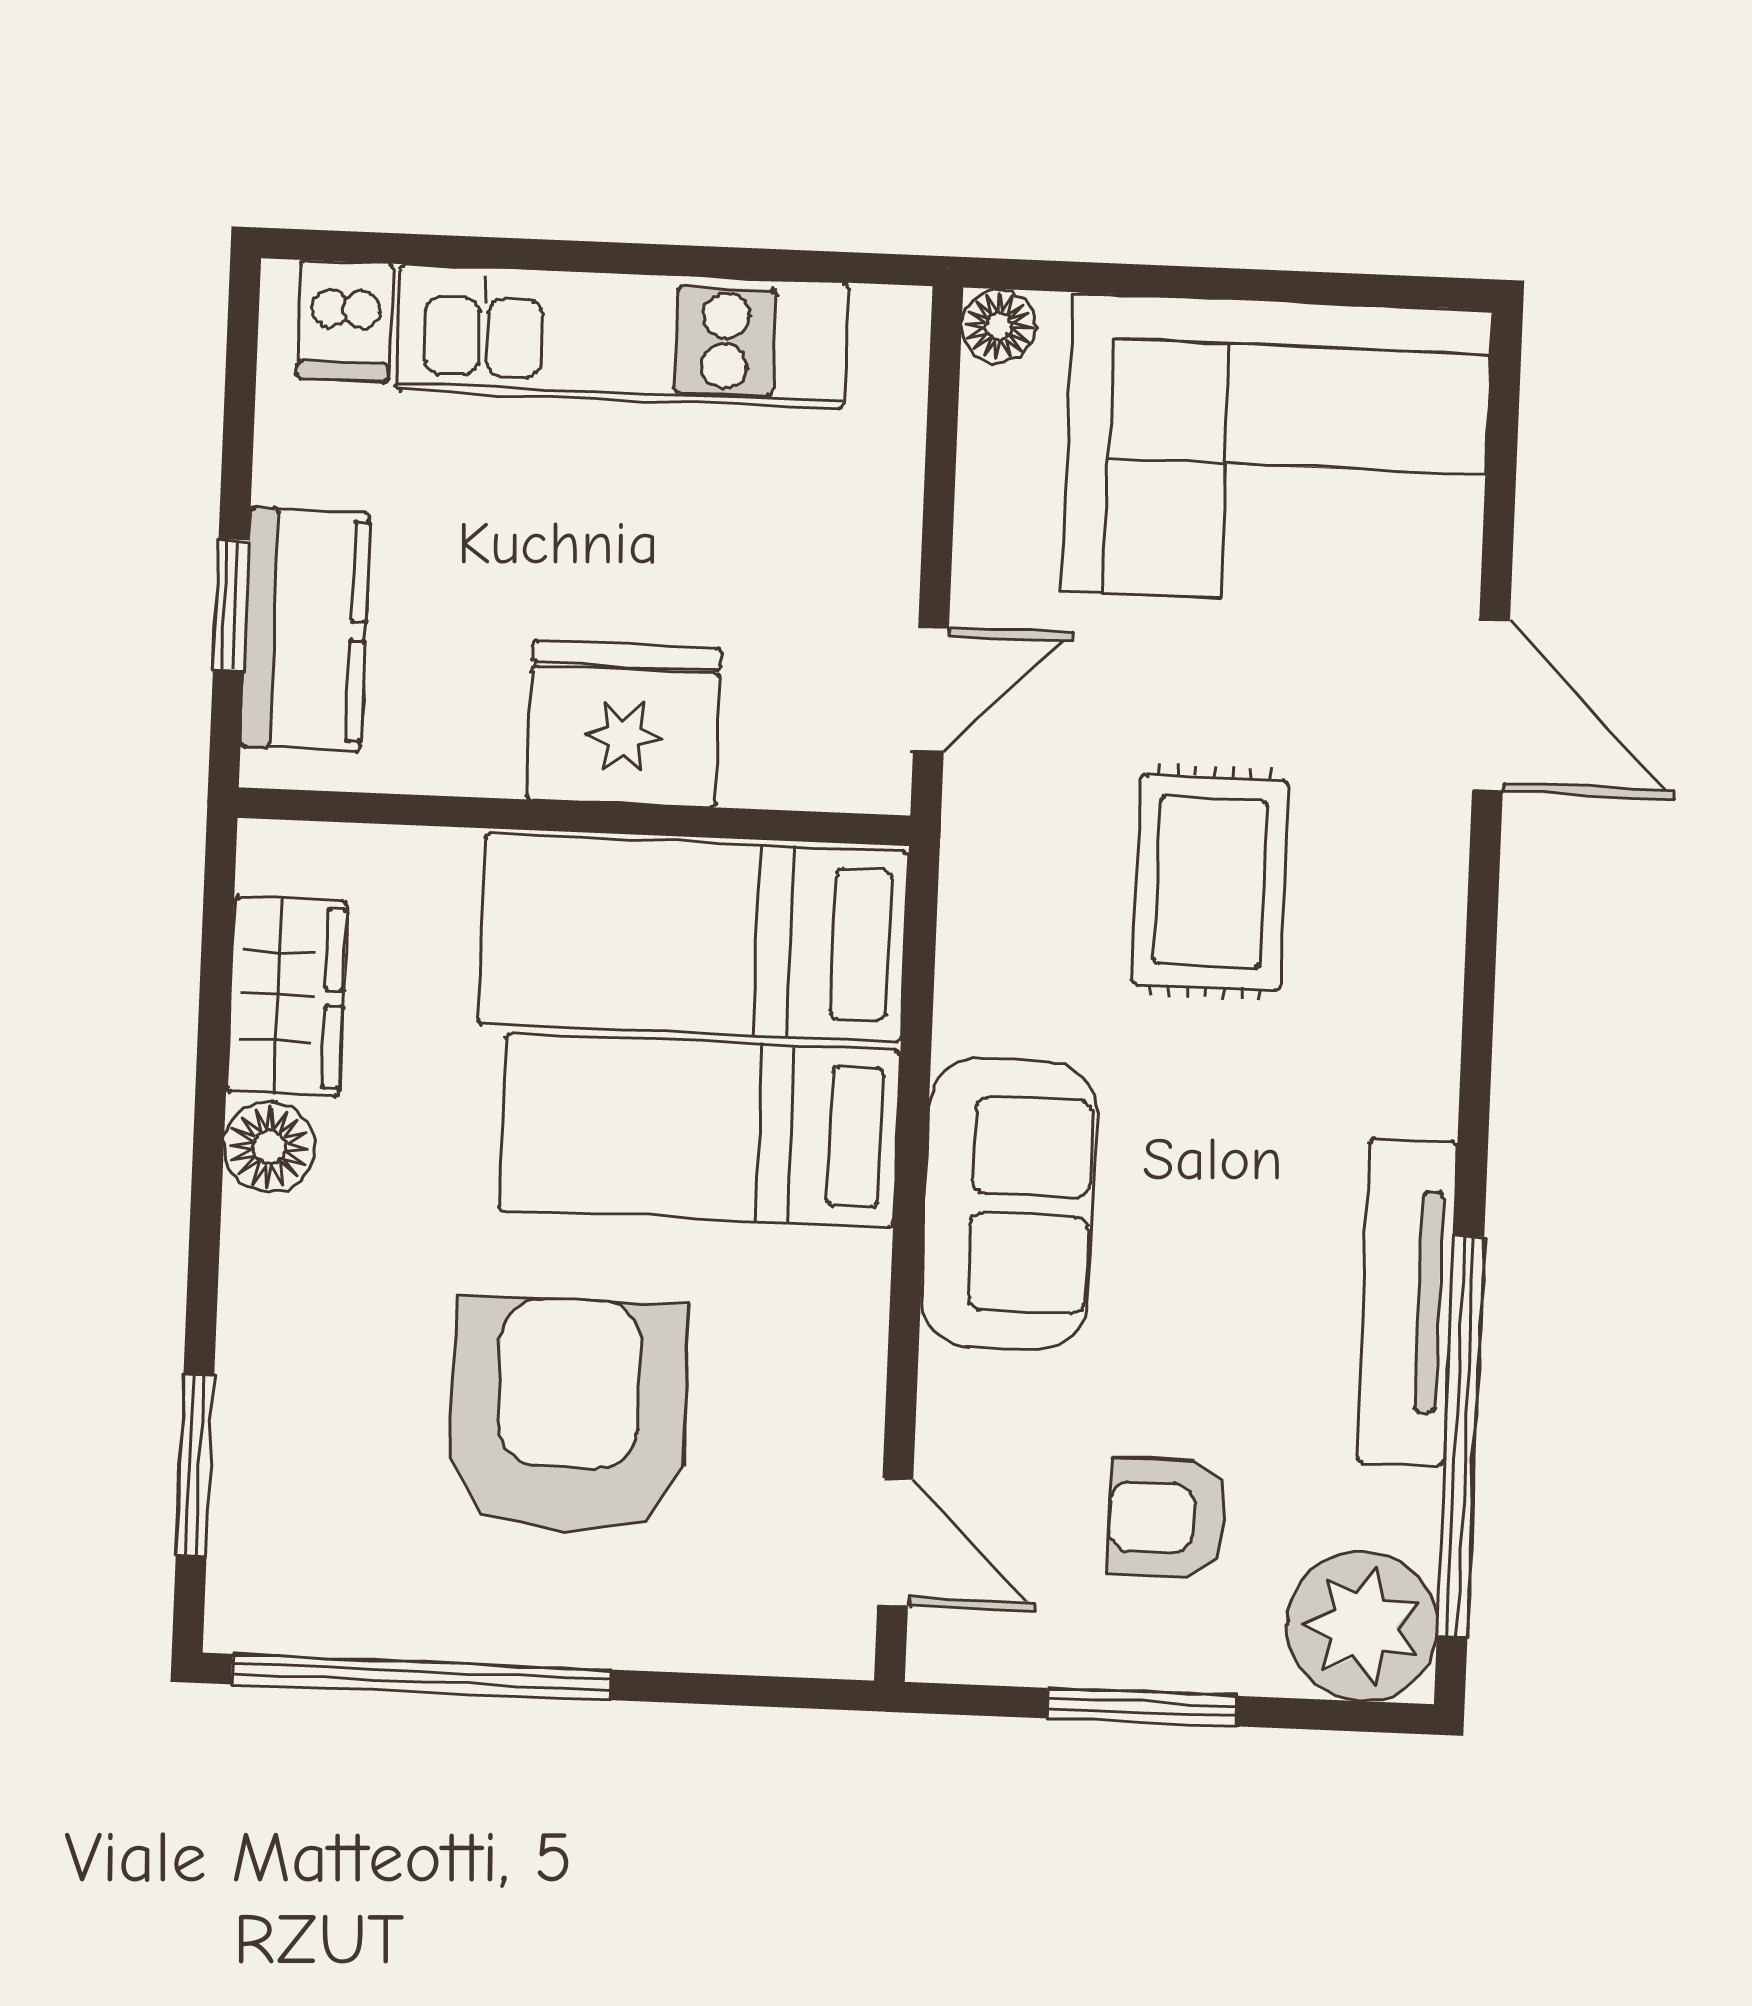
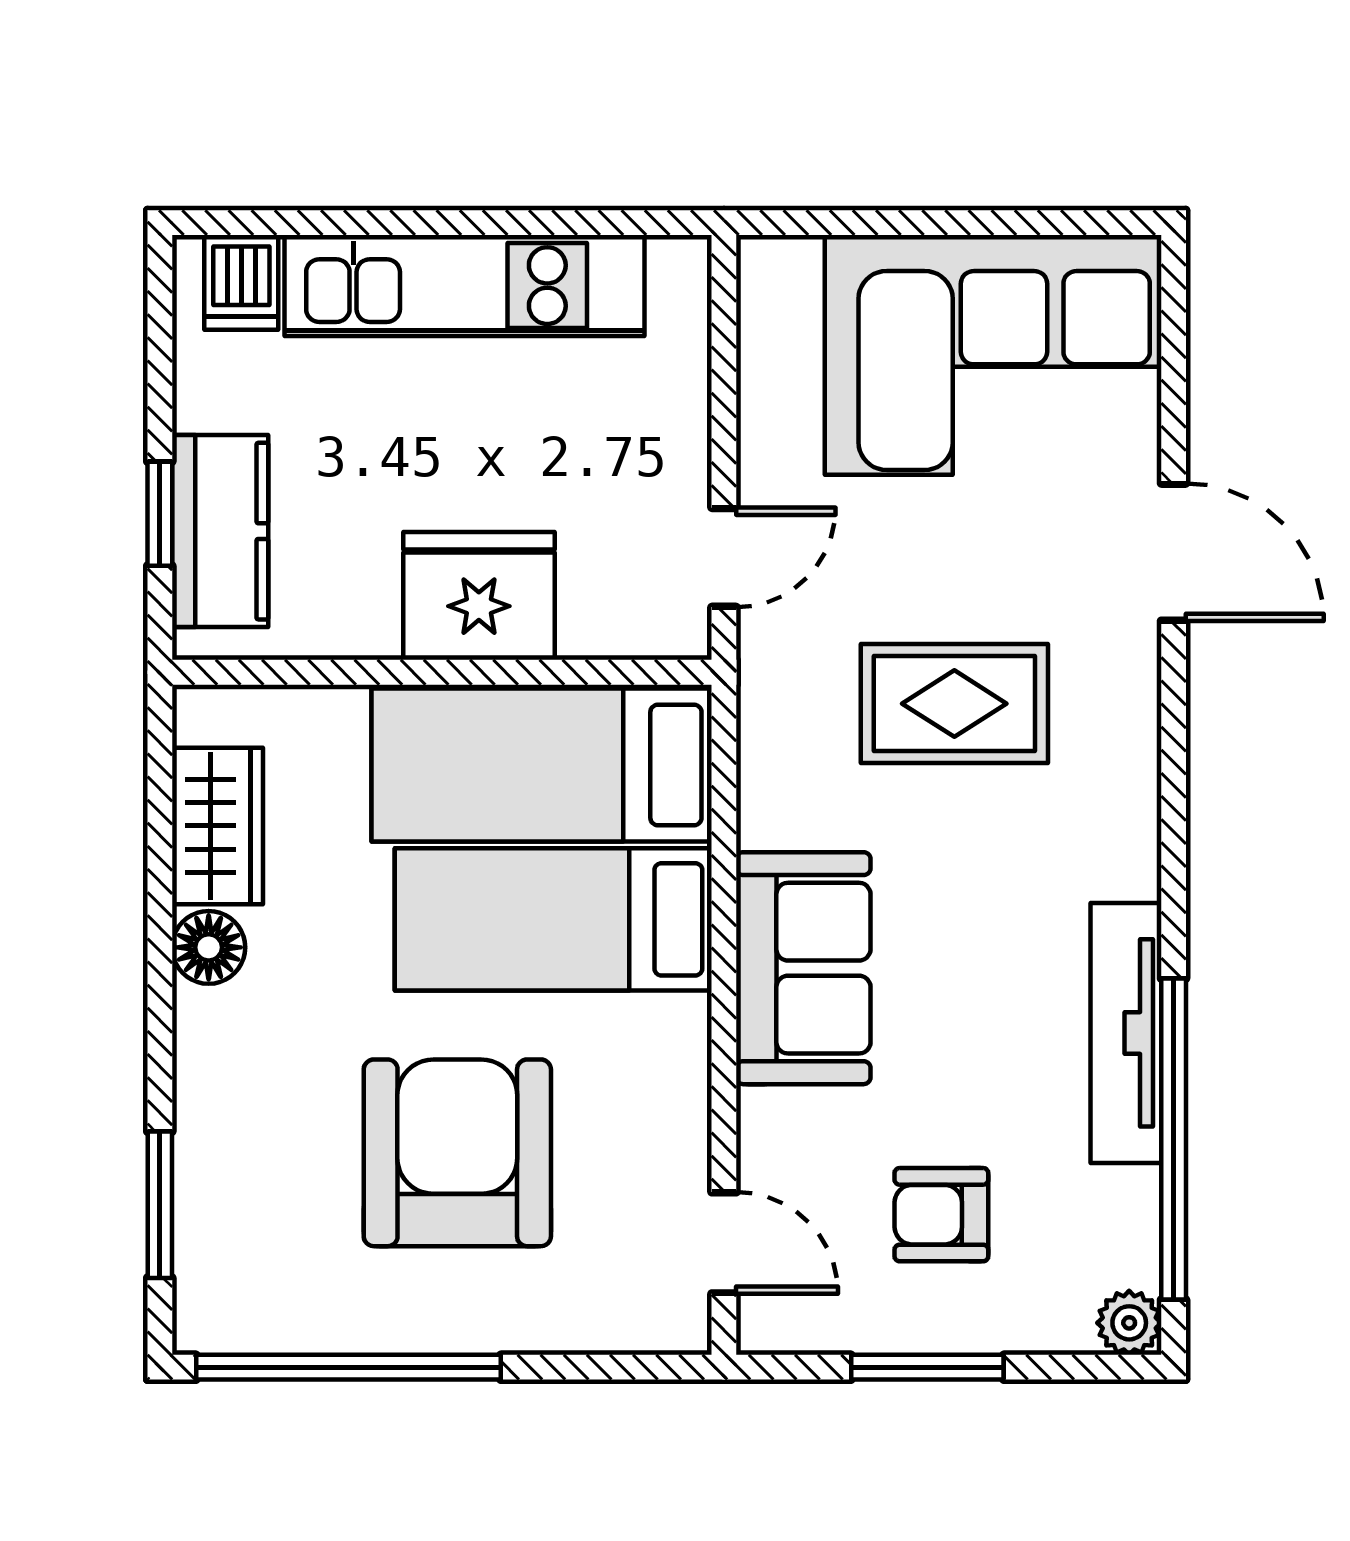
floor lamp: (998, 326) -> (766, 265), removed
rug: (1210, 882) -> (954, 704), turned 90
plant: (1362, 1626) -> (1129, 1323), width x0.53, depth x0.53

